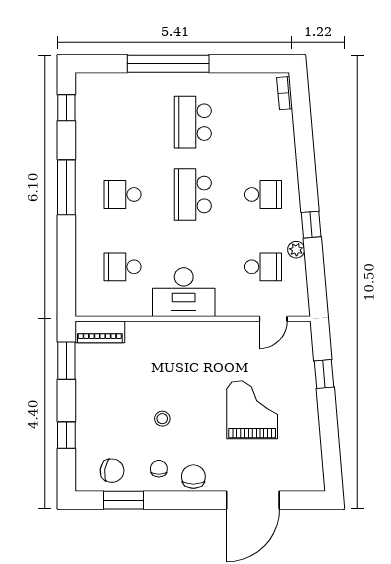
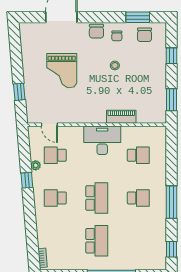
door: (273, 319) -> (49, 125), swing flipped
piano: (100, 332) -> (121, 117), moved
chair: (112, 471) -> (145, 35), turned -99

